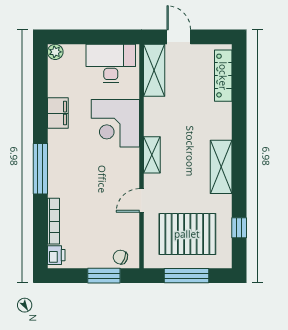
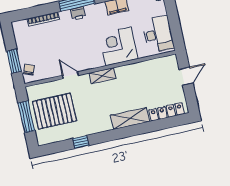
shelving: (154, 70) -> (160, 65), removed
shelving: (221, 167) -> (130, 118), moved
window: (239, 228) -> (81, 142), moved
pallet: (187, 234) -> (54, 111), turned 90
printer: (56, 255) -> (78, 13), moved

